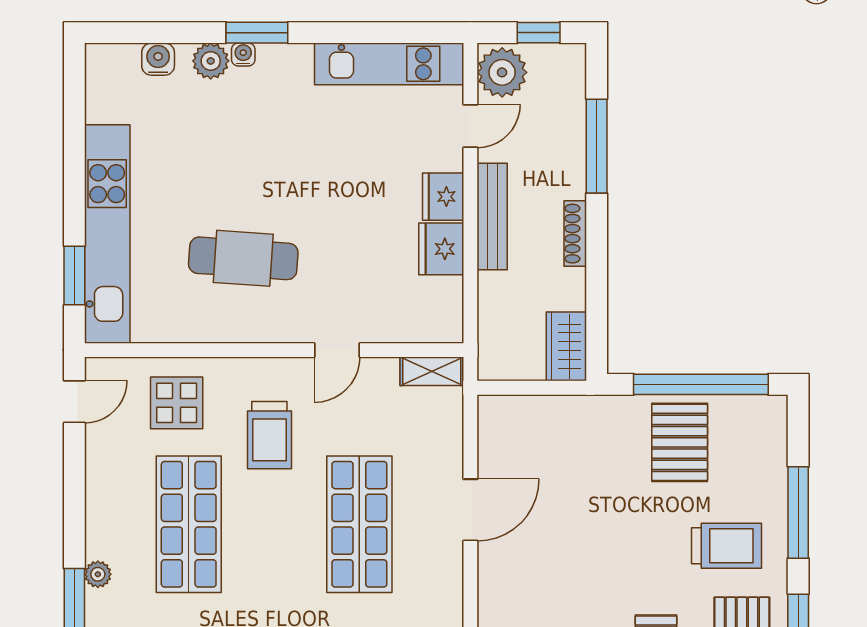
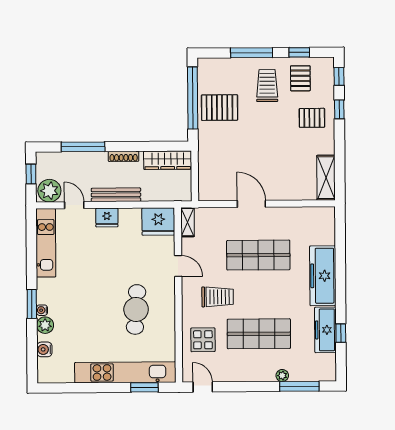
fridge: (441, 249) -> (158, 221), moved, width x1.36, depth x1.34
wardrobe: (566, 346) -> (168, 160), width x1.50

